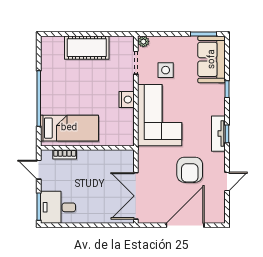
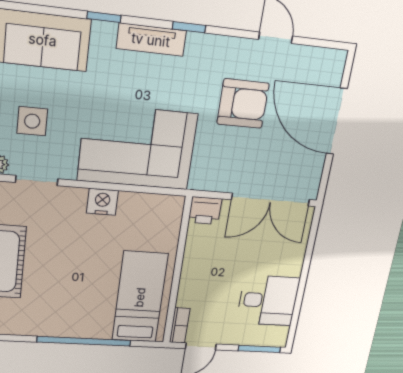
side table: (166, 70) -> (32, 121), moved
tv unit: (218, 134) -> (151, 40), moved
bookcase: (65, 154) -> (180, 325), moved
printer: (126, 158) -> (205, 211), added
desk: (58, 207) -> (268, 300), moved, turned -90

